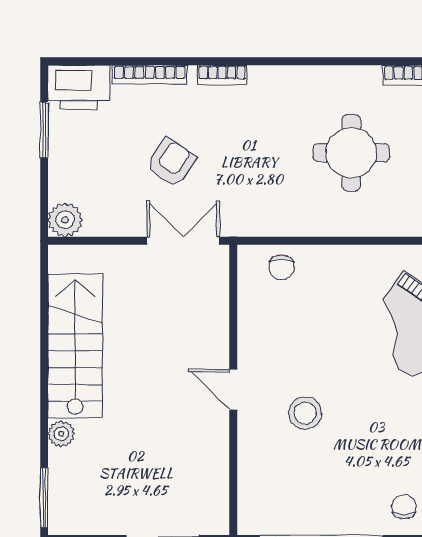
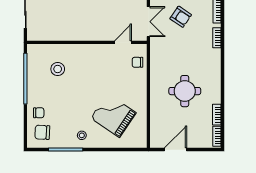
door: (233, 390) -> (123, 42), moved
stool: (305, 413) -> (58, 69), moved

